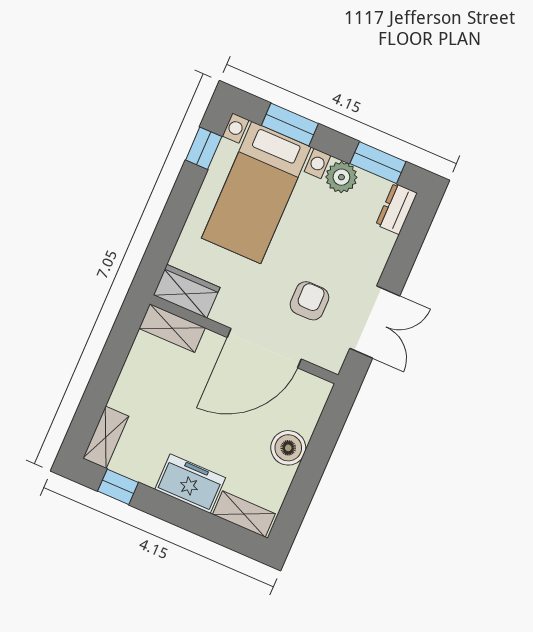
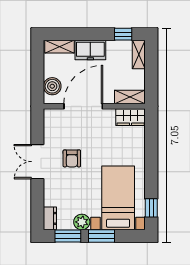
window: (290, 124) -> (101, 236), moved
wardrobe: (187, 291) -> (131, 117), moved
shelving: (172, 328) -> (130, 97), moved
wall: (244, 339) -> (94, 106), moved
door: (264, 348) -> (83, 106), moved

